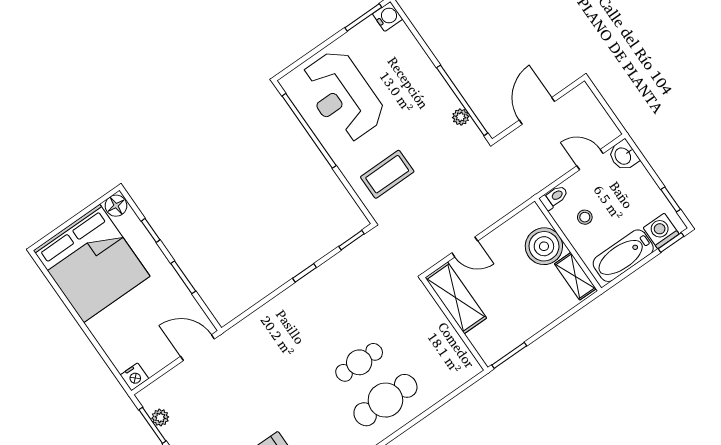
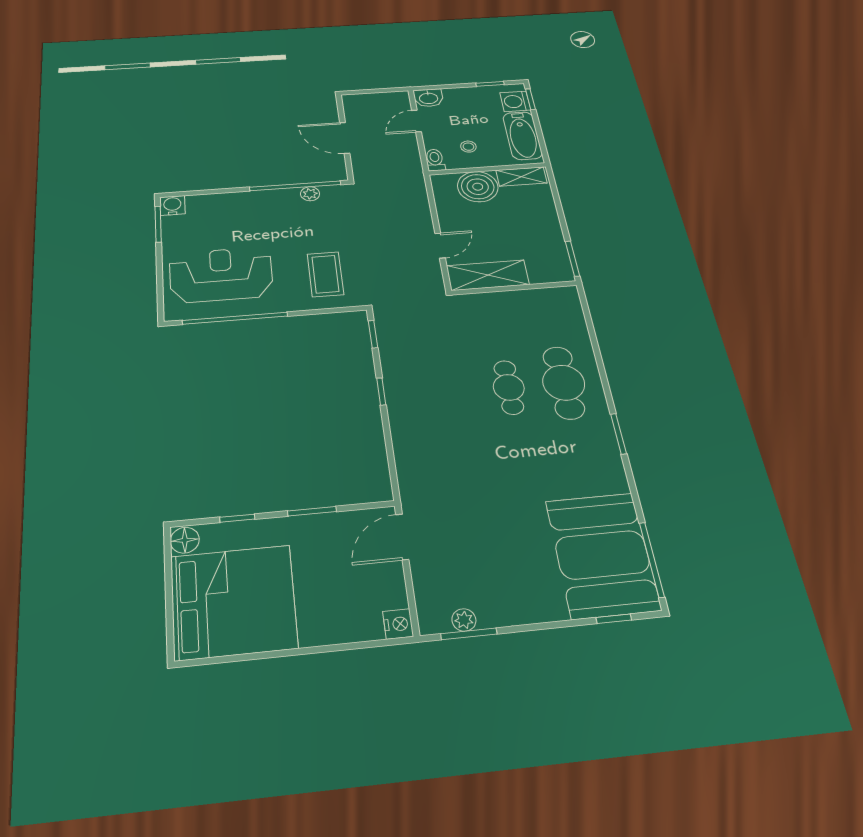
reception desk: (342, 96) -> (221, 275), turned 180

